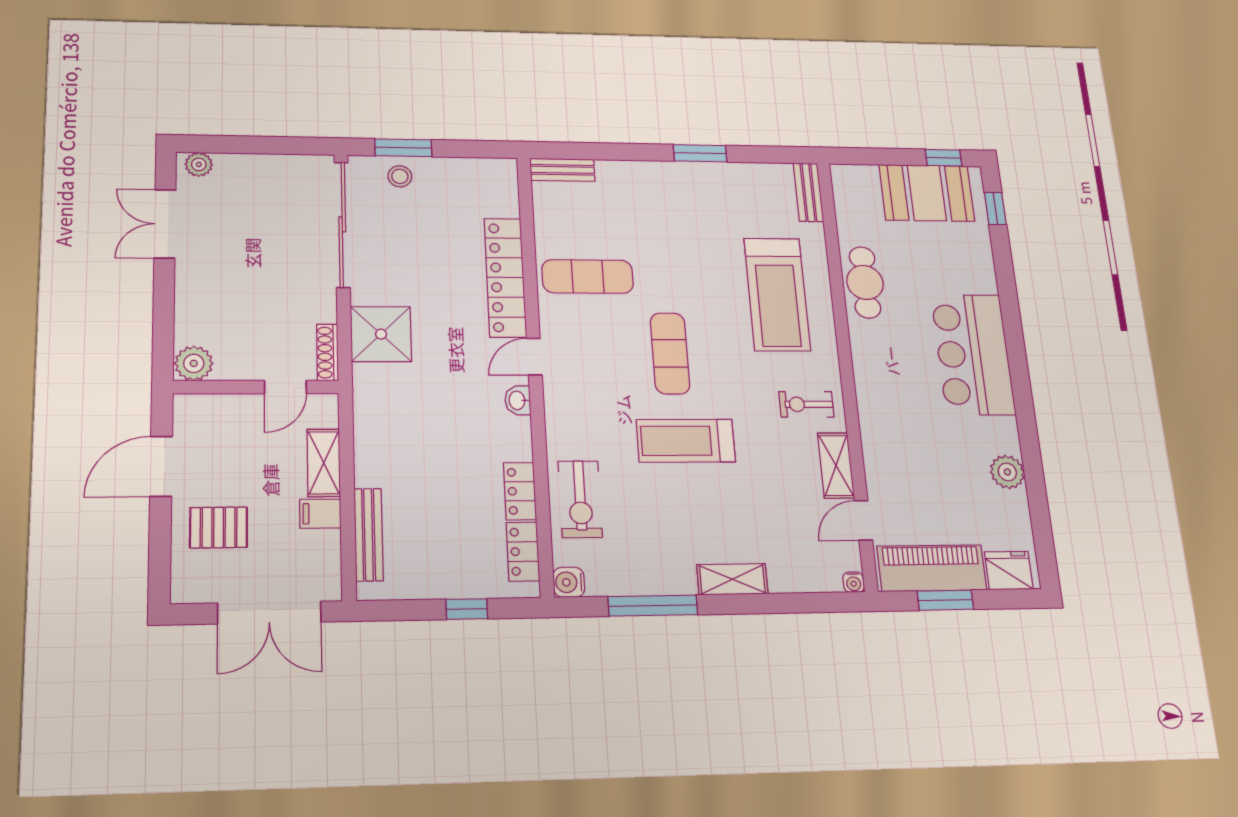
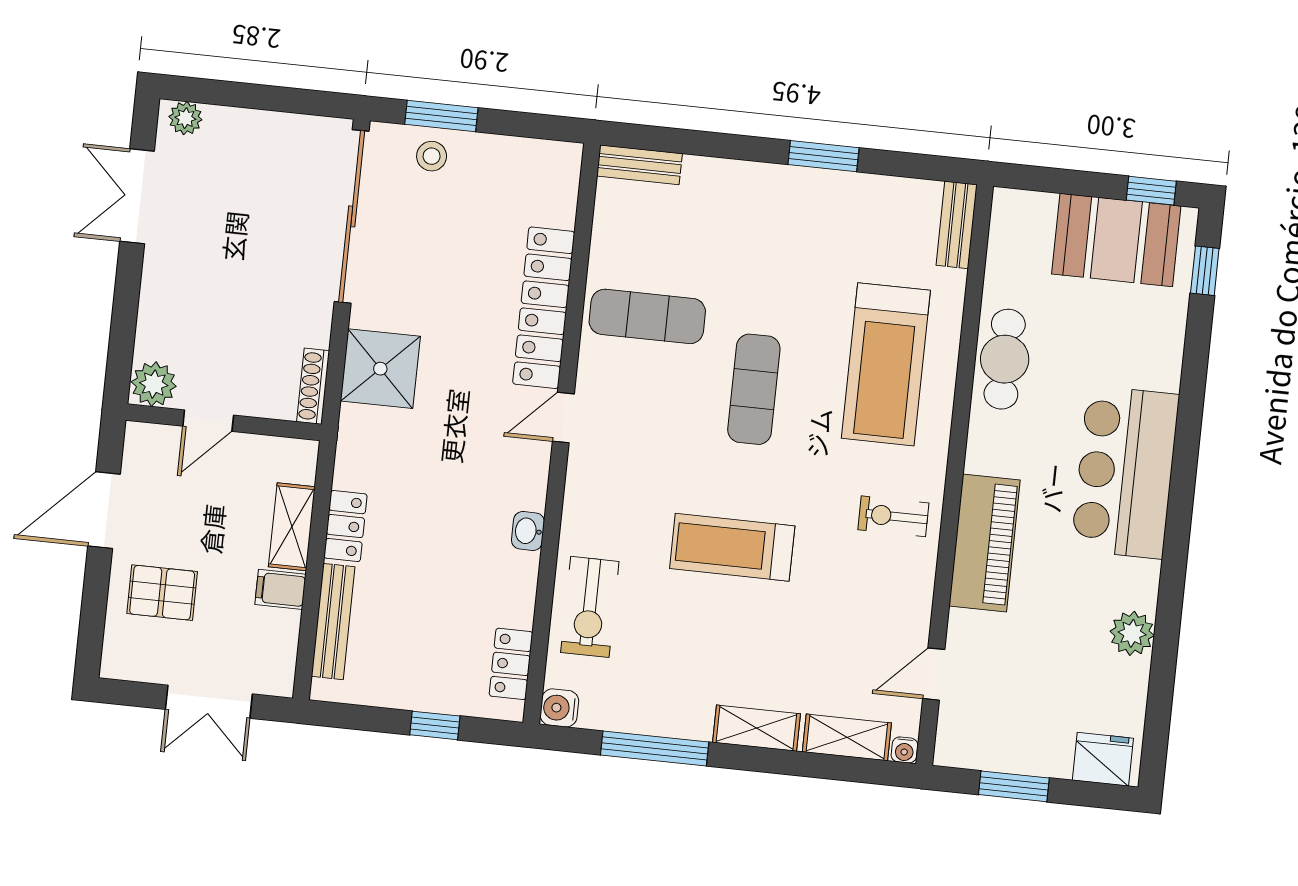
exercise mat: (670, 353) -> (754, 389), moved
door: (285, 387) -> (208, 421), moved
washbasin: (518, 400) -> (528, 531), moved
shelving: (836, 465) -> (847, 737), moved, turned 90
locker: (520, 491) -> (345, 526), moved, turned 180
piano: (932, 568) -> (985, 543), moved, turned 90
double door: (269, 613) -> (209, 702), width x0.73

